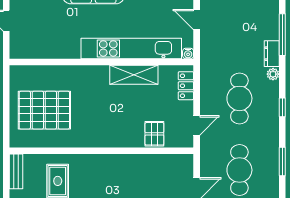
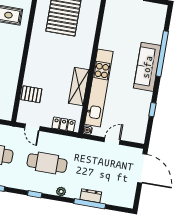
dresser: (272, 54) -> (91, 196), moved

